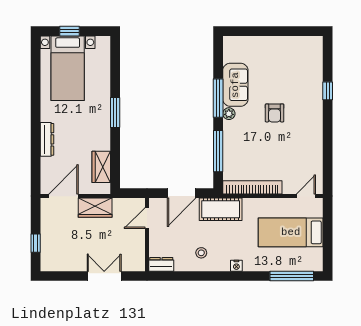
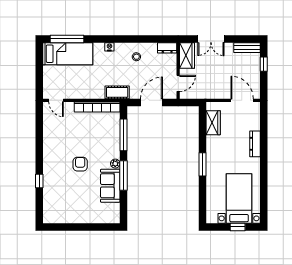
door: (64, 196) -> (242, 100), swing flipped
door: (306, 196) -> (56, 100), hinge flipped
wardrobe: (95, 208) -> (187, 55), moved, turned 90
cot: (221, 209) -> (117, 92), width x0.73, depth x0.75
bed: (291, 232) -> (68, 54), moved
bench: (57, 265) -> (247, 48), added

